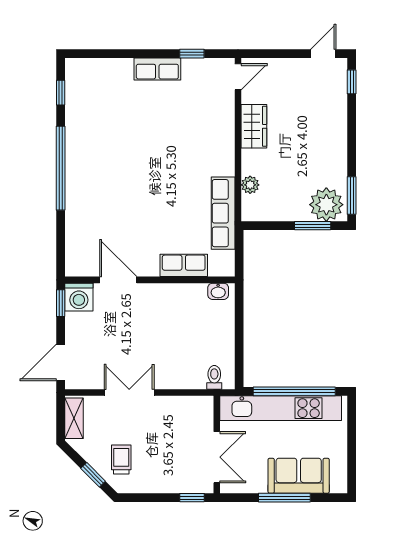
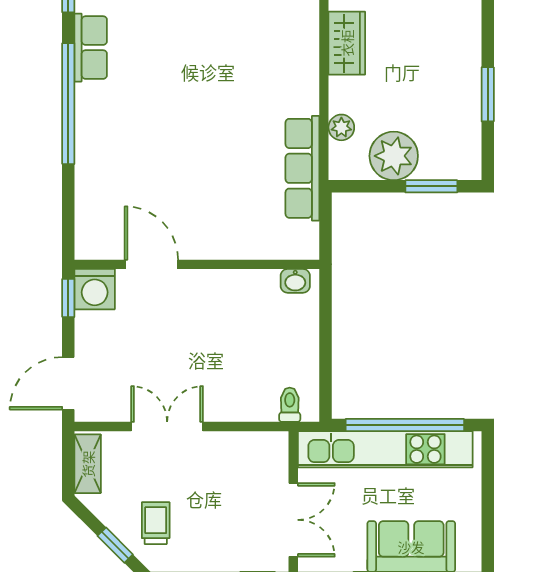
window: (352, 195) -> (488, 94), moved
plant: (326, 205) -> (394, 156), moved
row of seats: (184, 265) -> (91, 48), moved, turned 90

